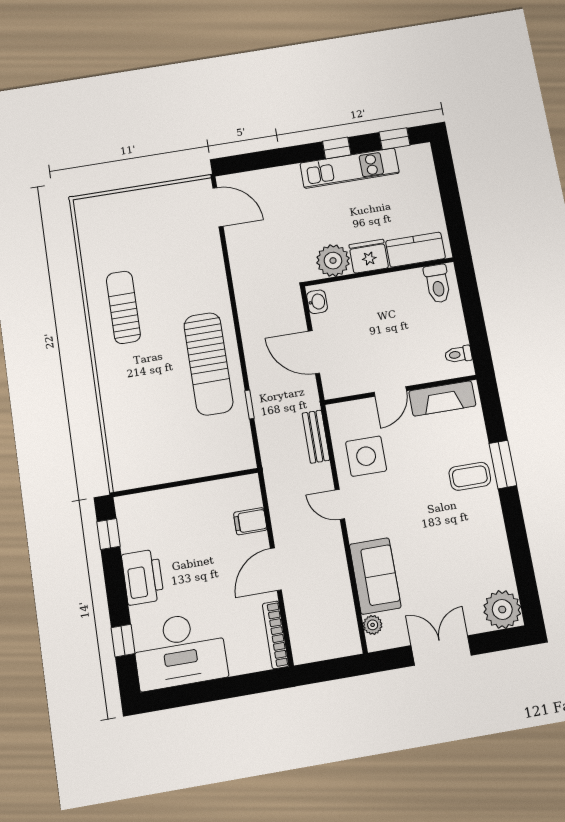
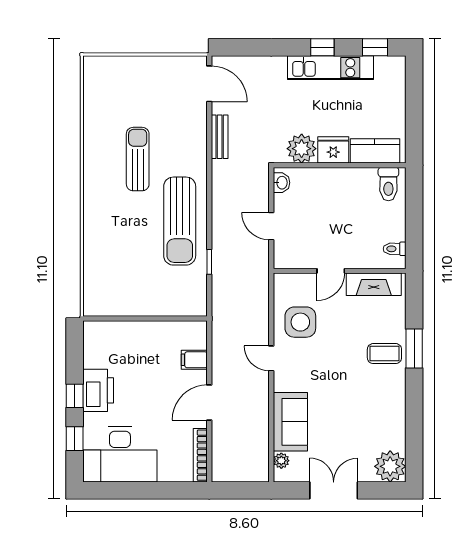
sun lounger: (123, 307) -> (138, 159), moved
door: (314, 352) -> (271, 226), width x0.73
bench: (316, 437) -> (220, 137), moved
window: (108, 534) -> (75, 396), moved

